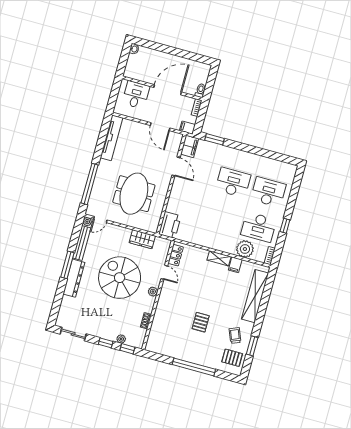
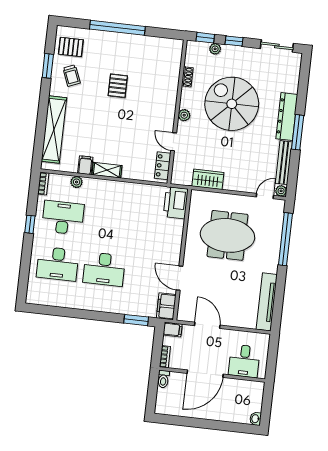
meeting table: (134, 194) -> (227, 235), turned 90
plant: (245, 249) -> (77, 182), width x0.53, depth x0.53
spiral stairs: (120, 278) -> (232, 104), moved, turned 180

